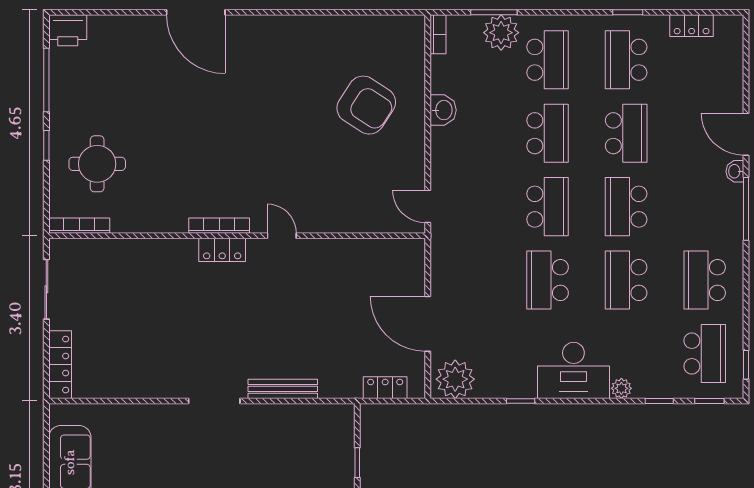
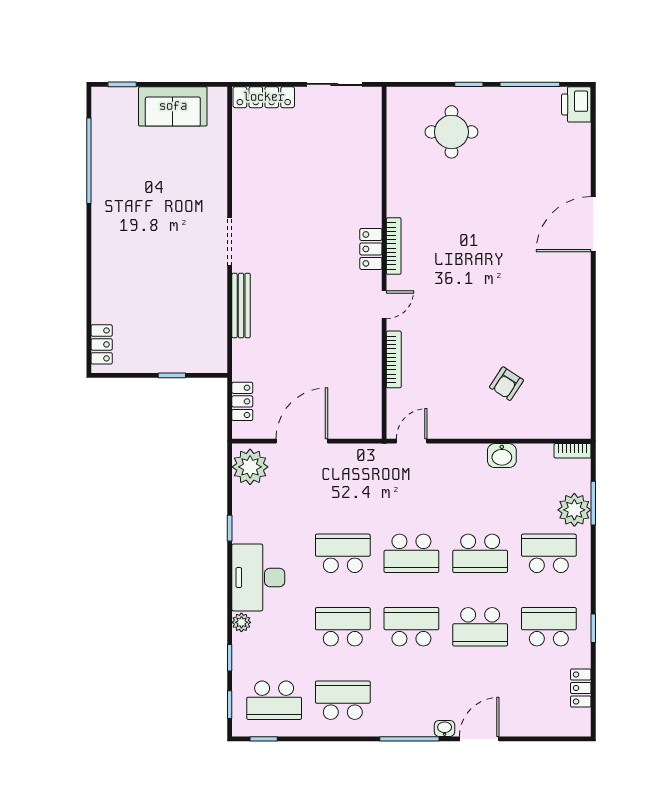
school desk: (548, 60) -> (549, 553), turned 180
armchair: (366, 105) -> (506, 384), width x0.53, depth x0.53
bookcase: (79, 226) -> (394, 359), moved

